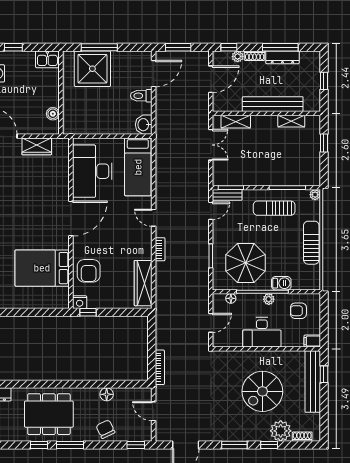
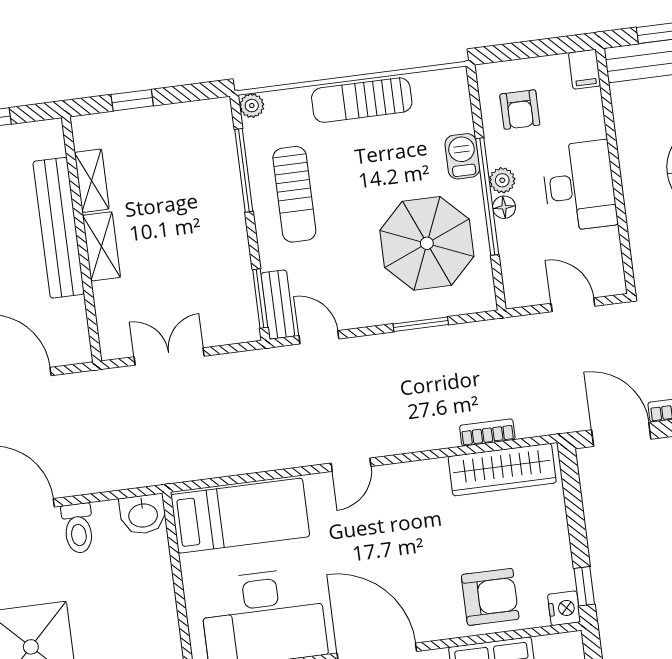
shelving: (236, 122) -> (101, 246), moved
bookcase: (160, 249) -> (487, 433), moved
floor lamp: (231, 298) -> (504, 207), moved
door: (152, 337) -> (621, 434), added

